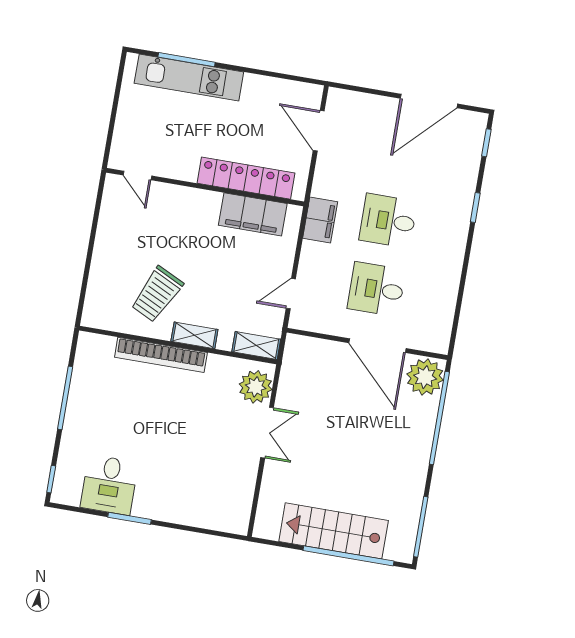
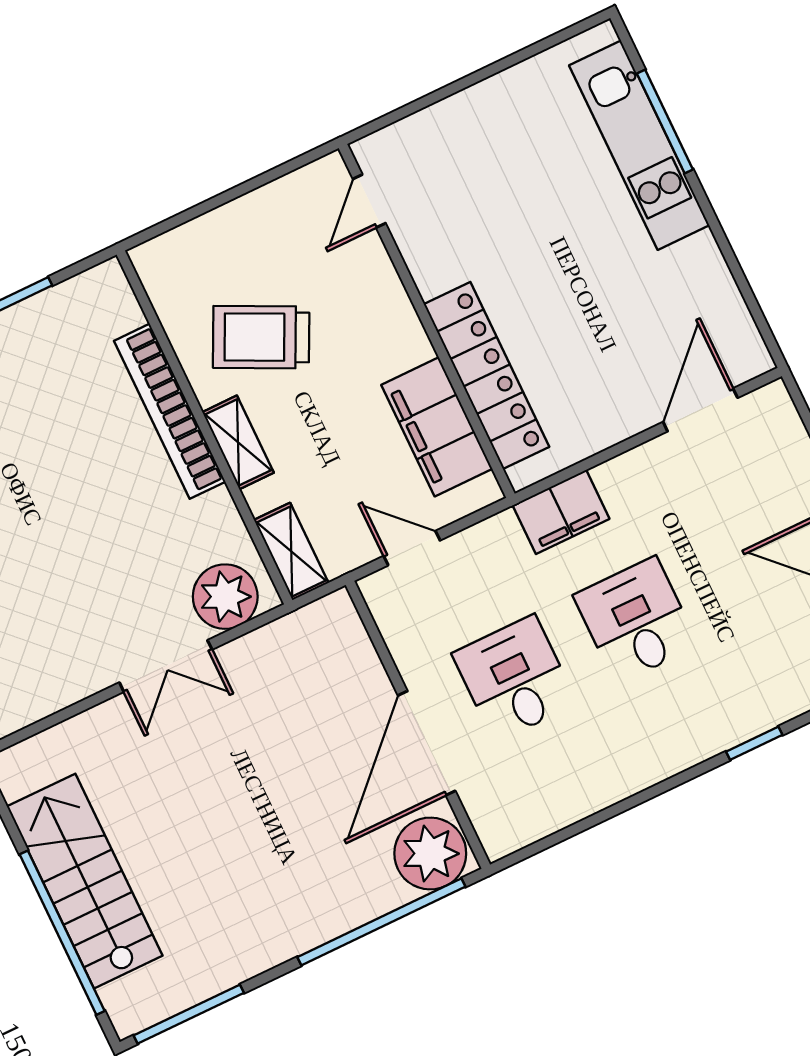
door: (137, 176) -> (369, 201), moved
locker: (246, 178) -> (487, 376), moved
wall: (205, 187) -> (427, 321), moved
filing cabinet: (253, 214) -> (437, 427), moved

